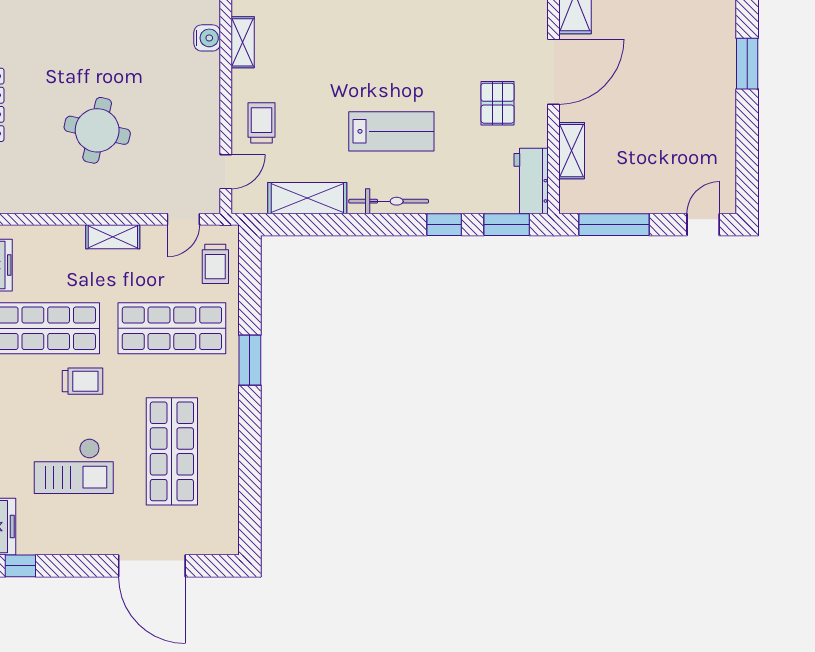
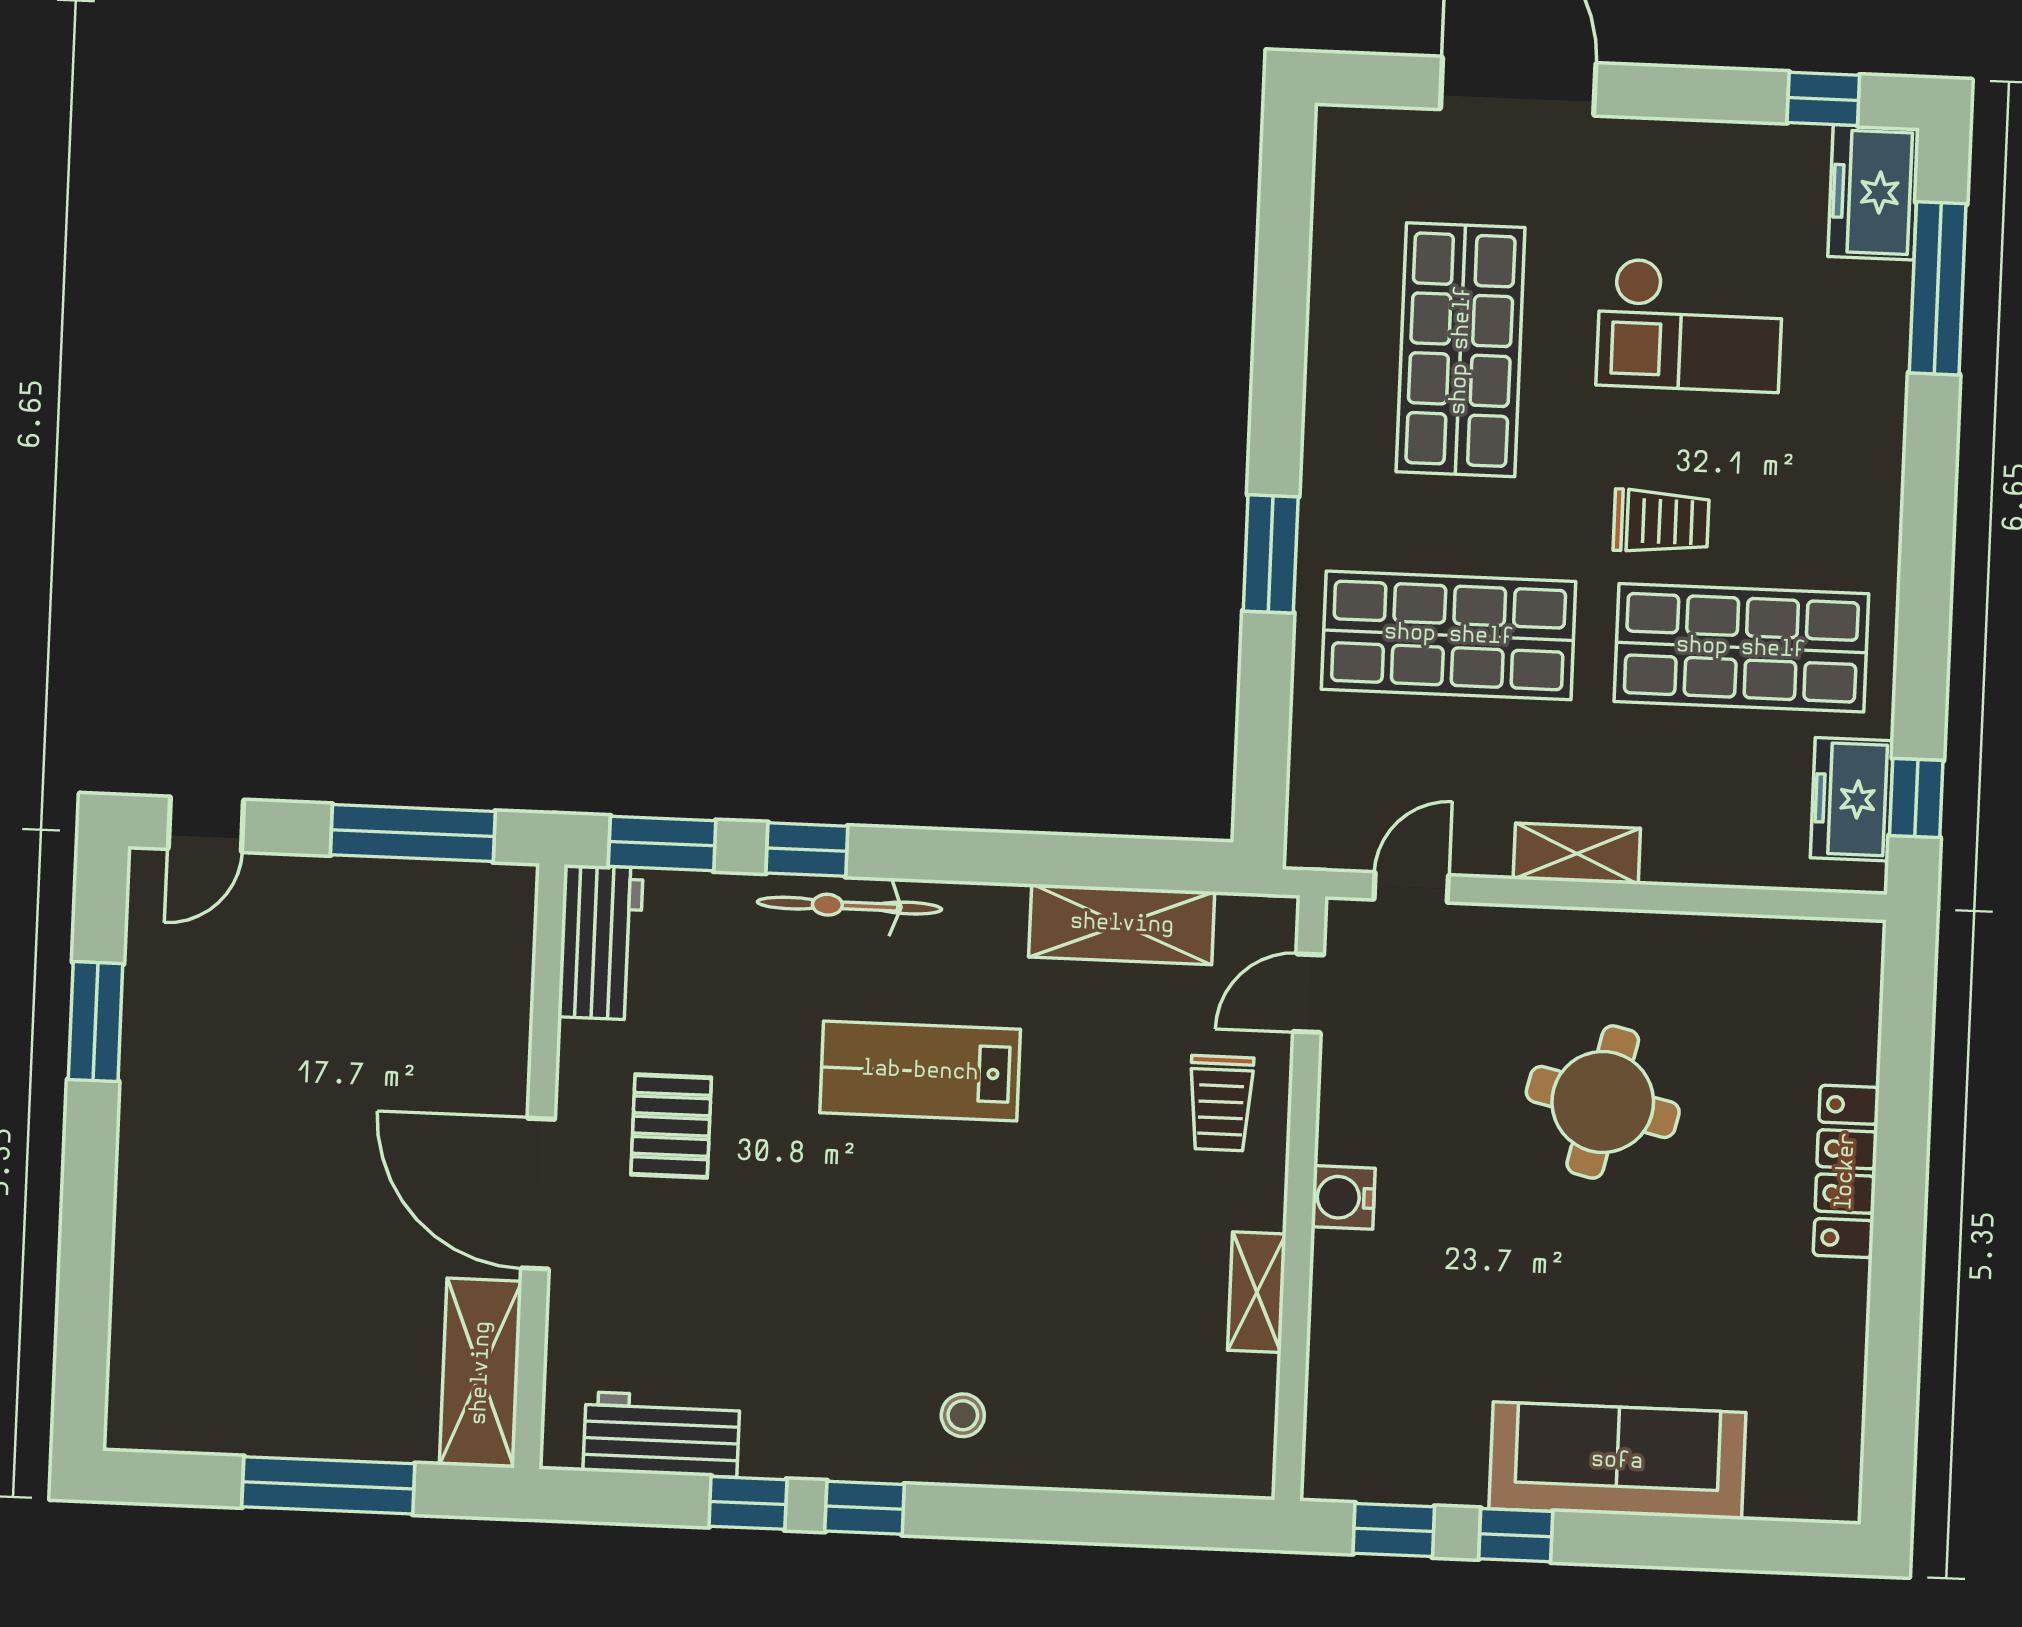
water cooler: (207, 38) -> (1343, 1197), moved
window: (747, 64) -> (96, 1022), moved
door: (554, 72) -> (538, 1194), hinge flipped
shelving: (572, 151) -> (504, 1009), removed
bicycle: (389, 201) -> (850, 906), moved
trolley: (215, 264) -> (1342, 781), removed
trolley: (83, 381) -> (1661, 521), turned 180
checkout: (74, 466) -> (1690, 325), turned 180

